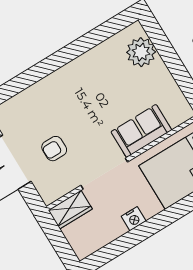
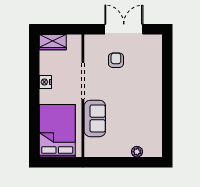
plant: (141, 52) -> (137, 152), width x0.53, depth x0.53
wardrobe: (70, 210) -> (53, 42), moved, turned -90

